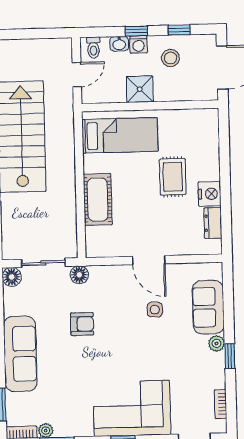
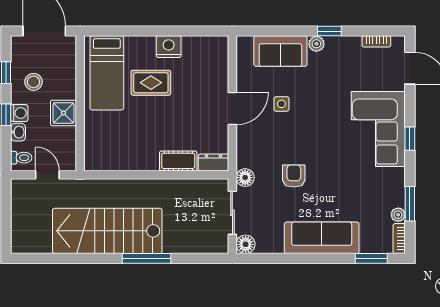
bed: (120, 135) -> (107, 73), moved, turned 180
cot: (98, 200) -> (178, 161), width x0.73, depth x0.75
dresser: (213, 223) -> (213, 162), moved, turned 180

